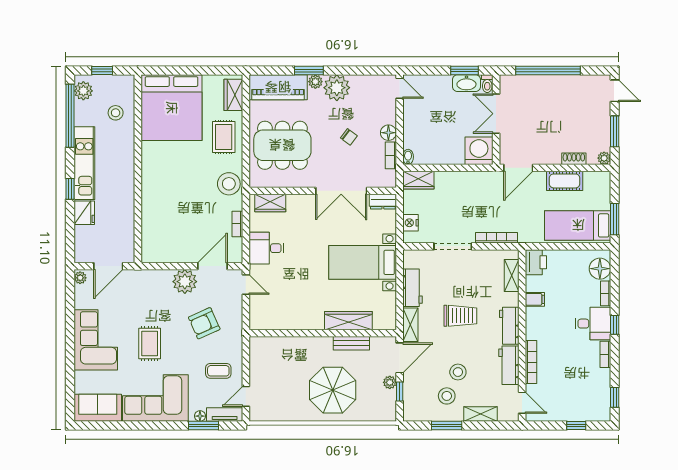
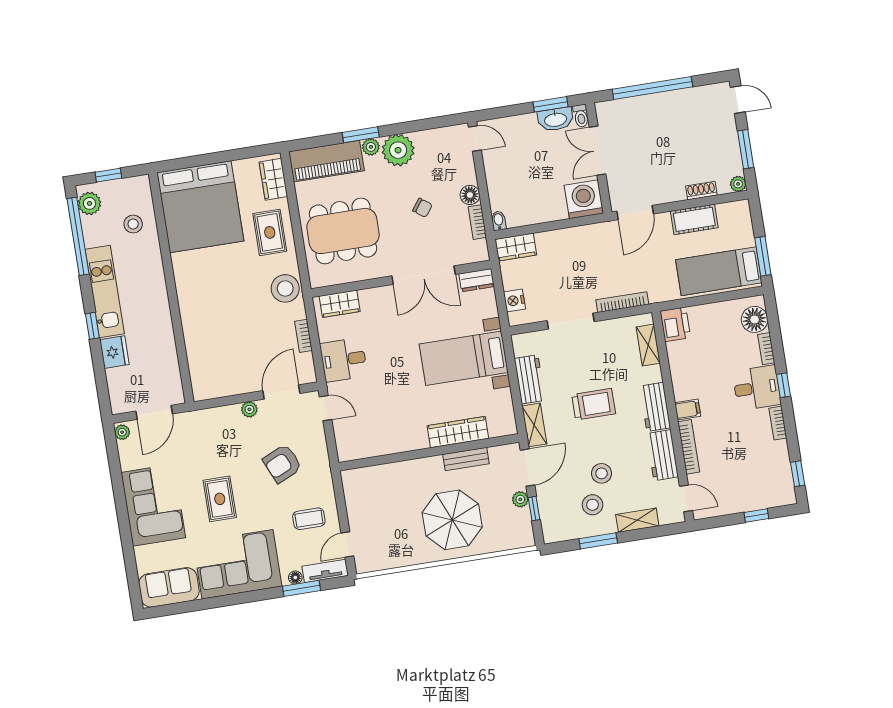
plant: (185, 282) -> (249, 409), width x0.53, depth x0.53
filing cabinet: (535, 299) -> (688, 410), moved

